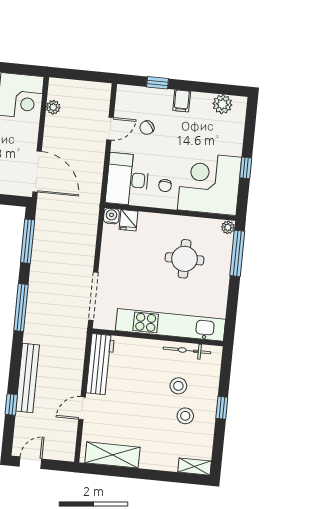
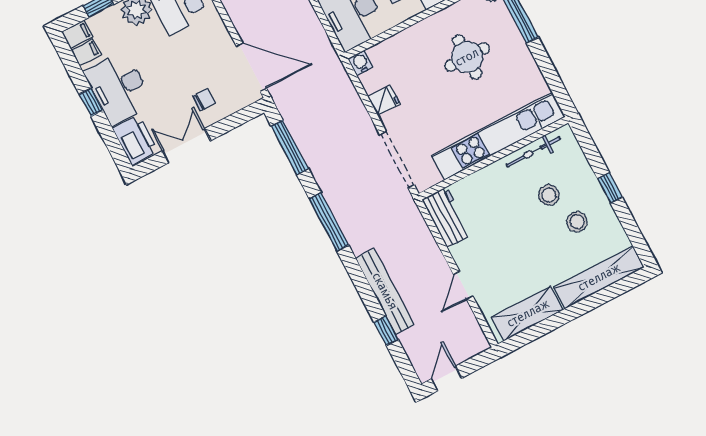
fridge: (128, 220) -> (384, 100), moved, turned -90
workbench: (100, 364) -> (447, 217), width x0.73
shelving: (195, 467) -> (599, 277), width x2.20, depth x1.33

